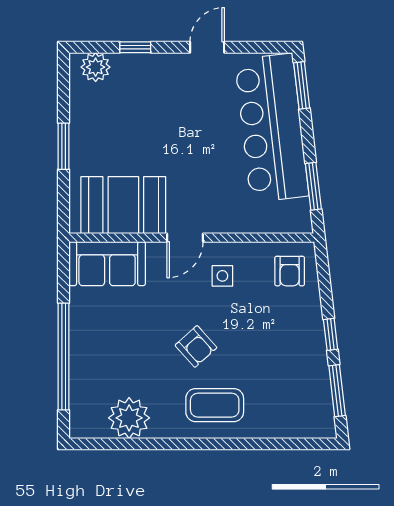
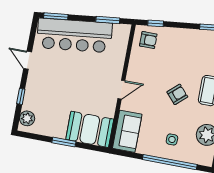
booth: (123, 205) -> (90, 129), moved, turned 90
door: (185, 238) -> (121, 90), hinge flipped
side table: (222, 276) -> (172, 139), moved
window: (331, 334) -> (156, 23), moved

